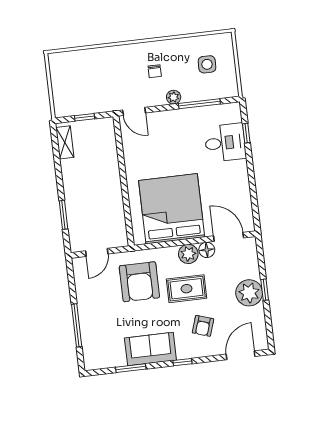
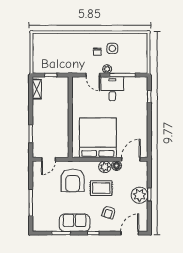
side table: (207, 64) -> (112, 48), moved
door: (134, 111) -> (93, 75), moved
desk: (225, 143) -> (112, 89), moved, turned -90
door: (229, 237) -> (131, 159), hinge flipped

